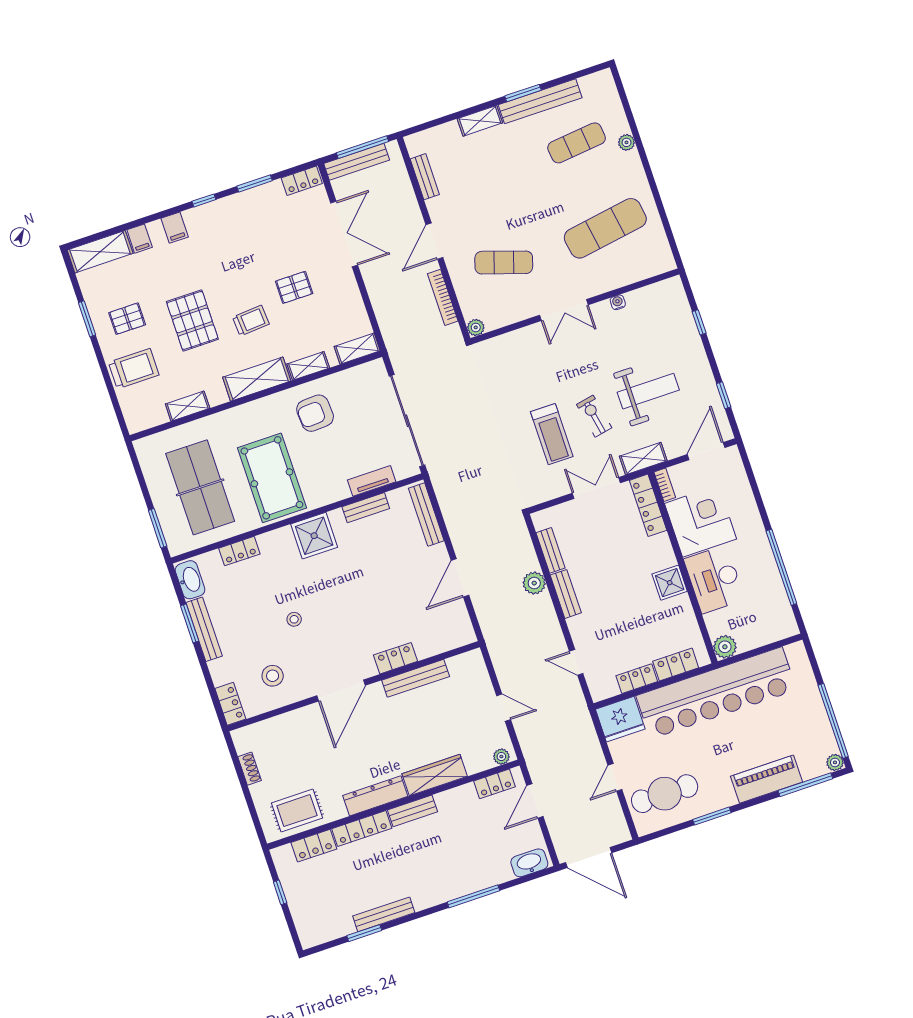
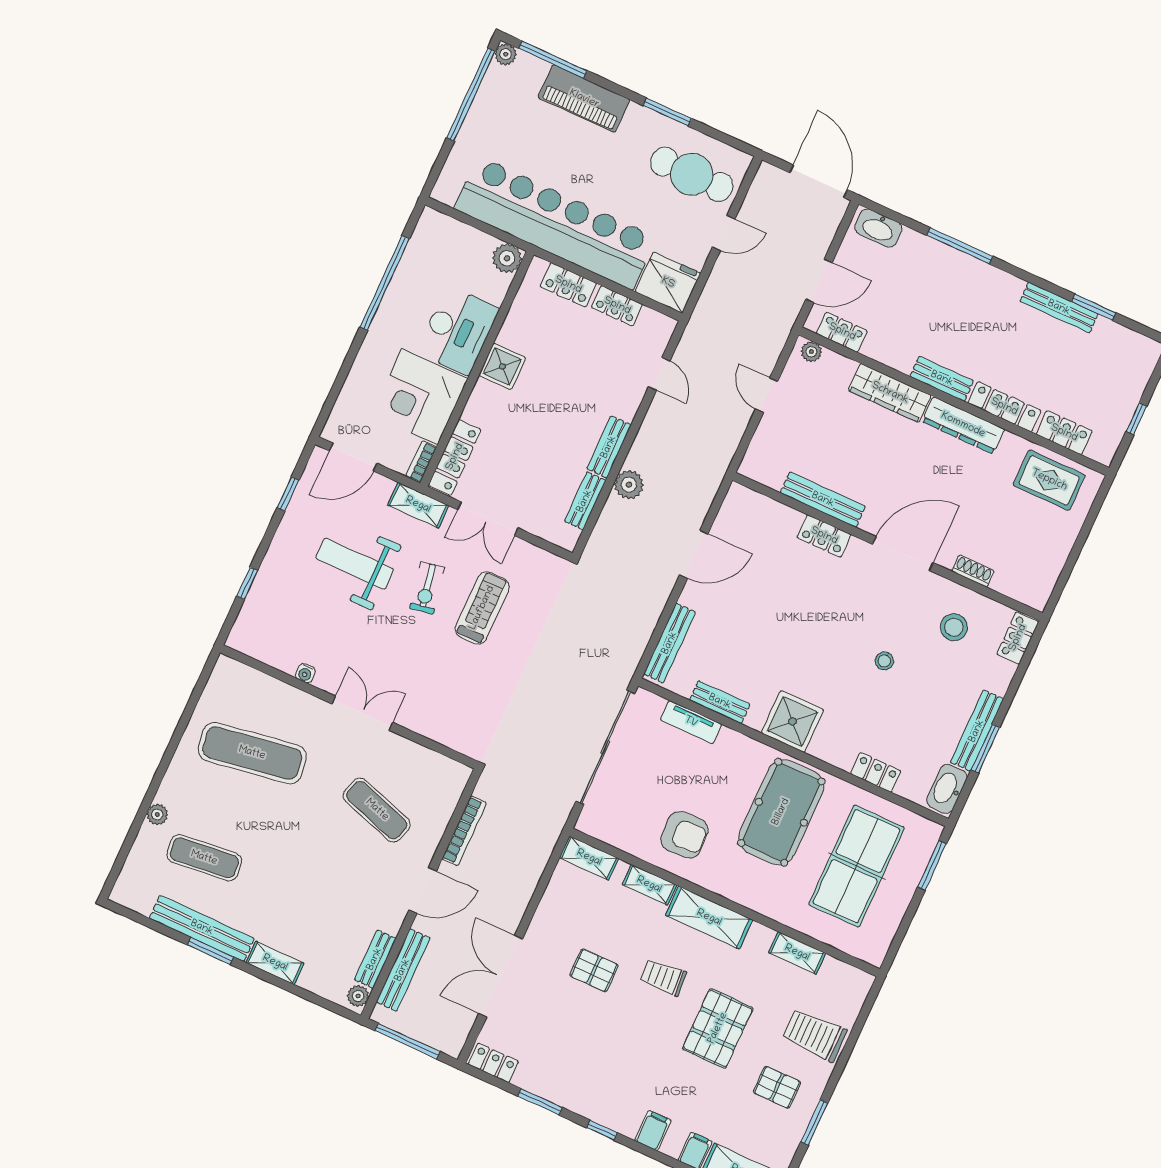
bench: (357, 162) -> (403, 970), moved, turned 90
plant: (476, 327) -> (358, 996), moved
shoe rack: (250, 769) -> (973, 571), moved, turned 90

